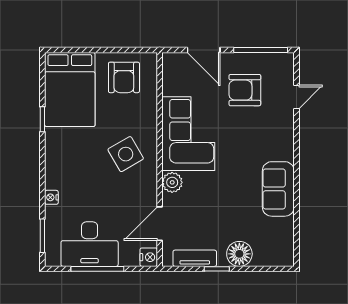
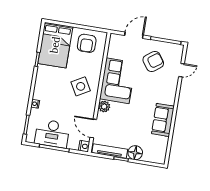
door: (204, 50) -> (134, 35), swing flipped
armchair: (245, 90) -> (153, 61), turned 144
door: (160, 224) -> (93, 128), hinge flipped
tv unit: (195, 258) -> (110, 151), width x1.41

